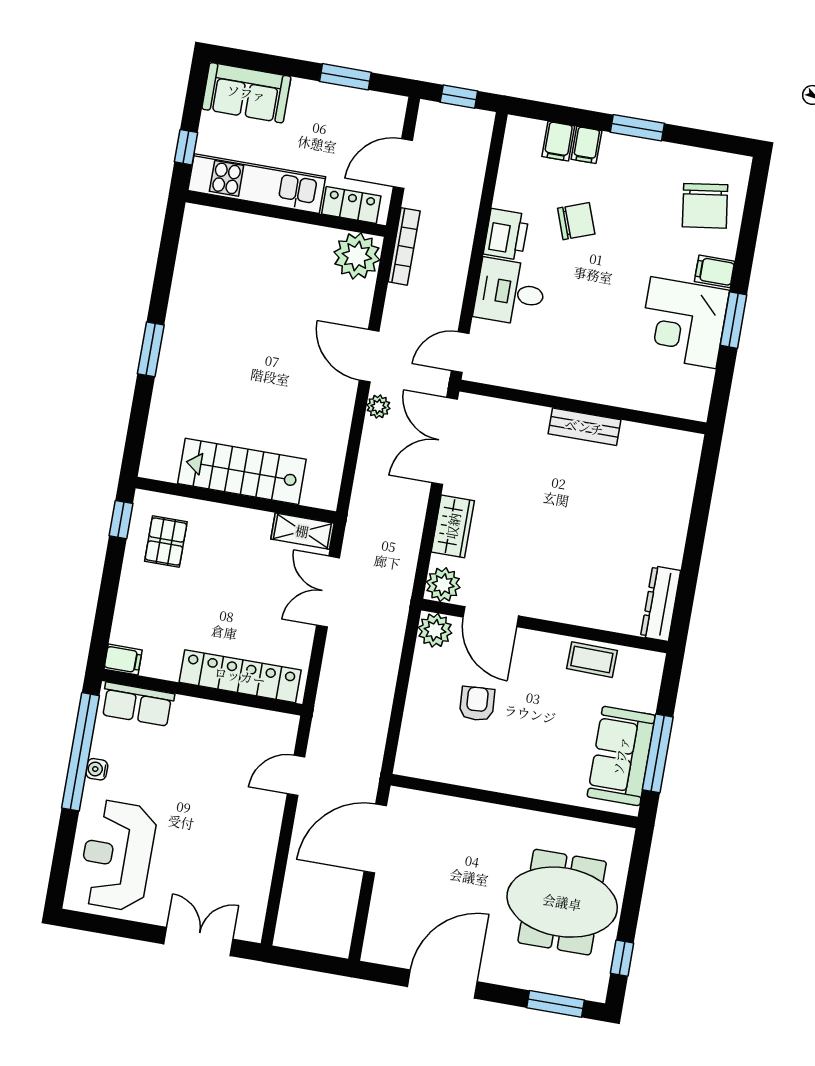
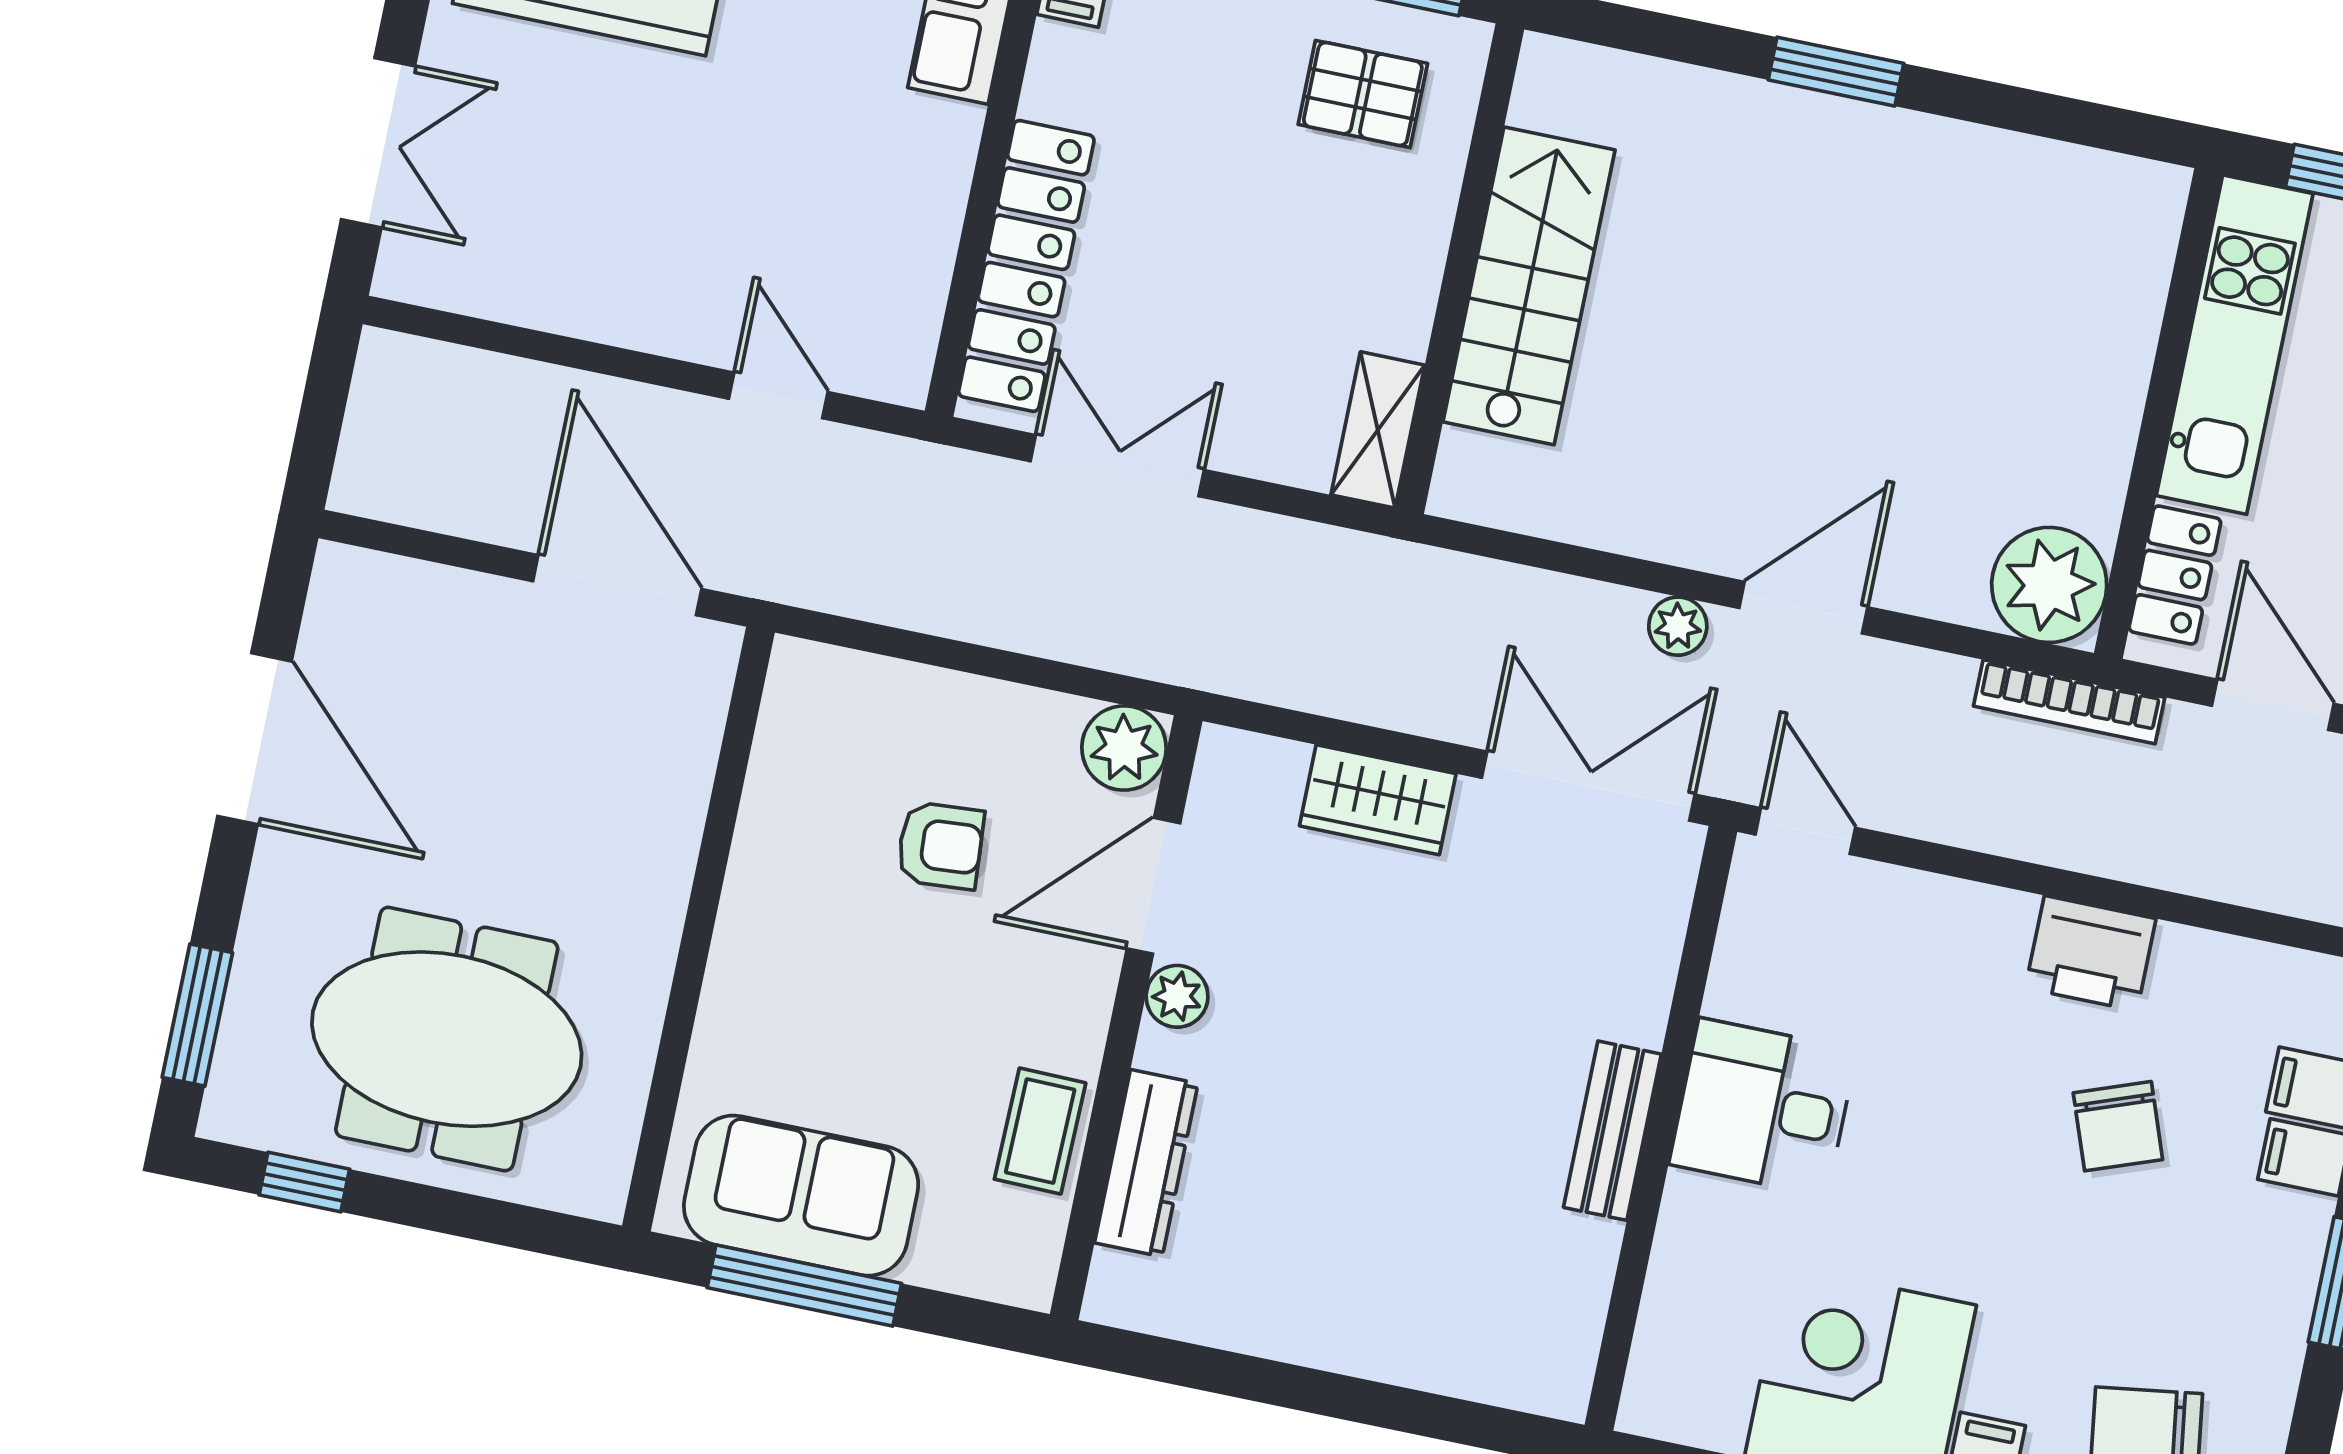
desk: (510, 292) -> (1763, 1107), moved, turned -90
plant: (443, 585) -> (1177, 996), moved, width x0.73, depth x0.73
double door: (328, 592) -> (1117, 466), moved
dresser: (661, 604) -> (1146, 1163), moved, turned 90
meeting table: (562, 902) -> (447, 1039), turned 90

